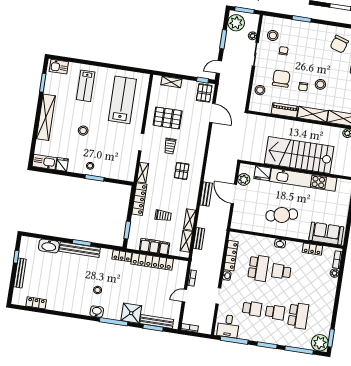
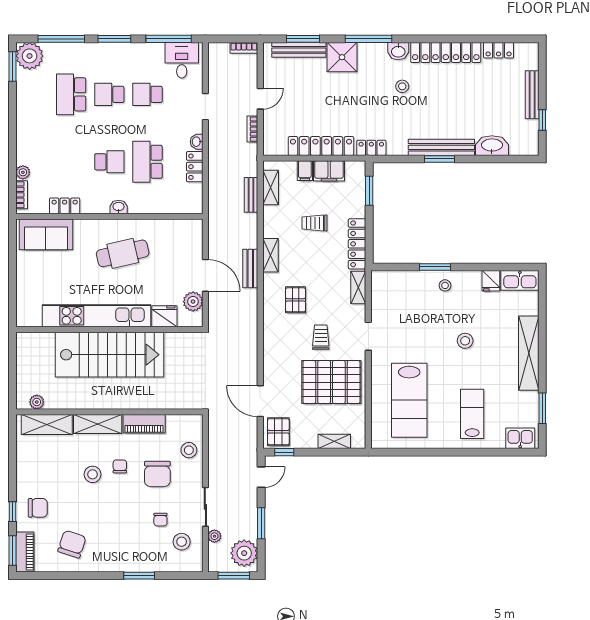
pallet: (168, 118) -> (331, 382), width x1.37, depth x1.41
shelving: (190, 220) -> (270, 255), moved
locker: (231, 256) -> (195, 167), width x0.66
locker: (68, 306) -> (446, 52), added

